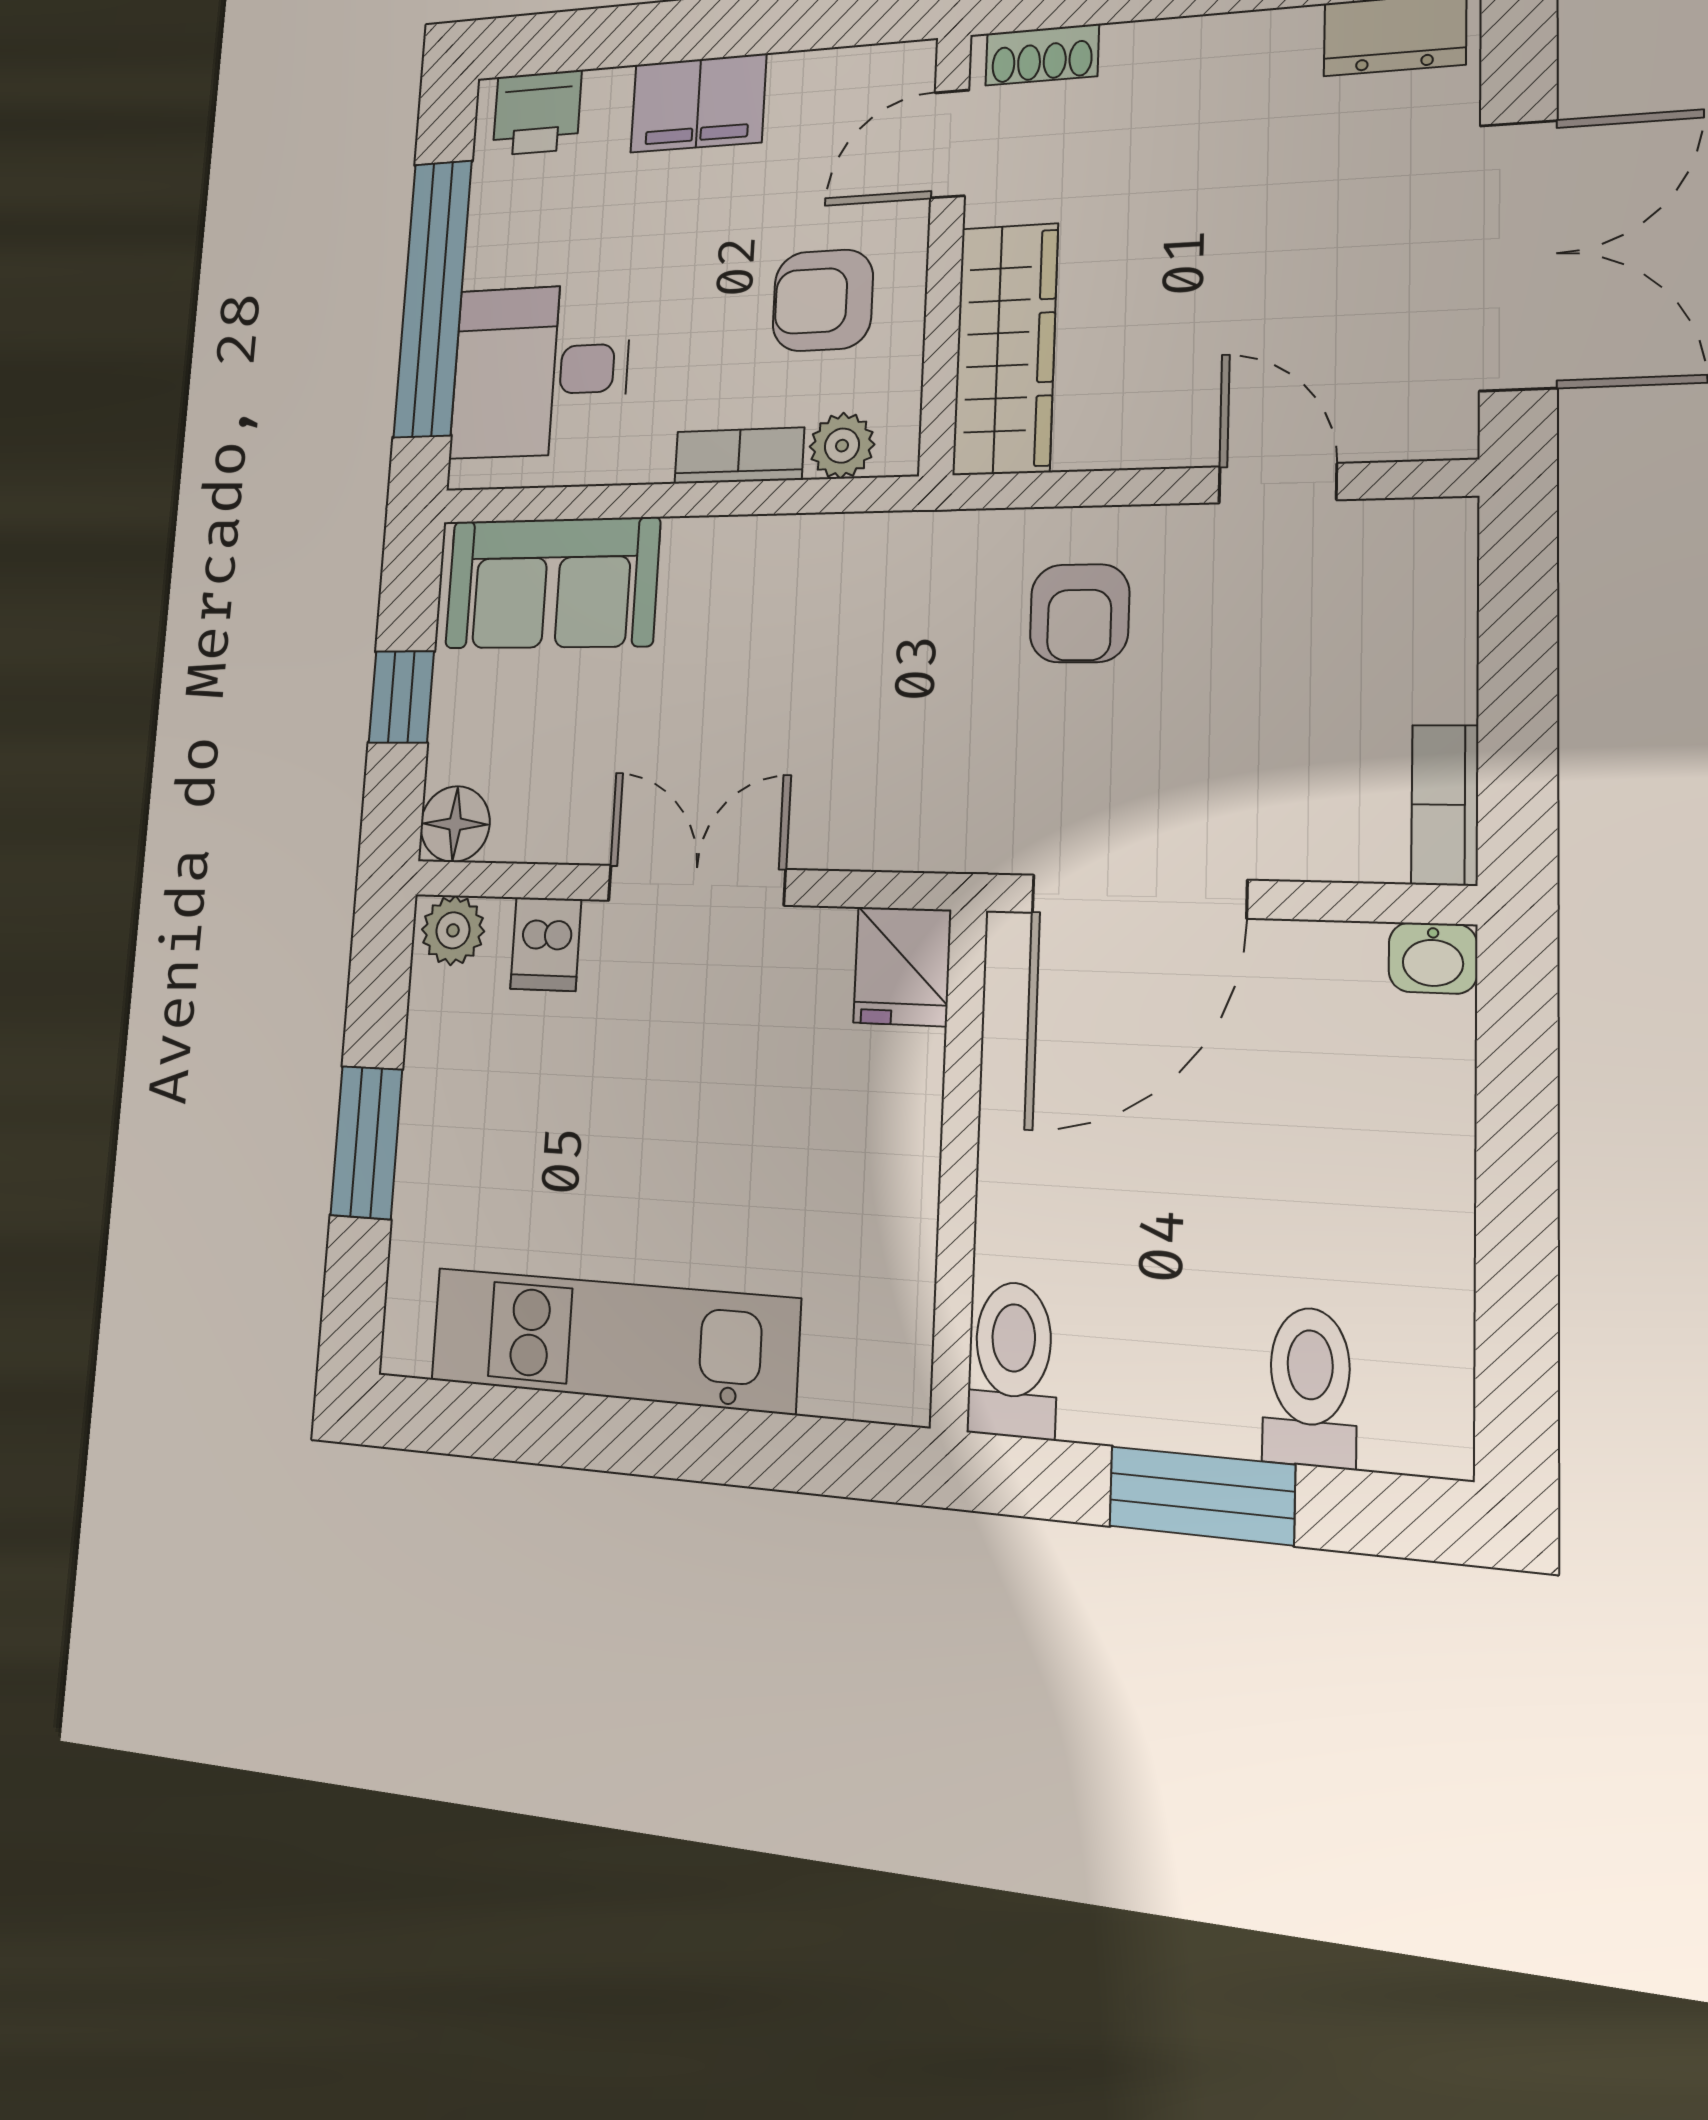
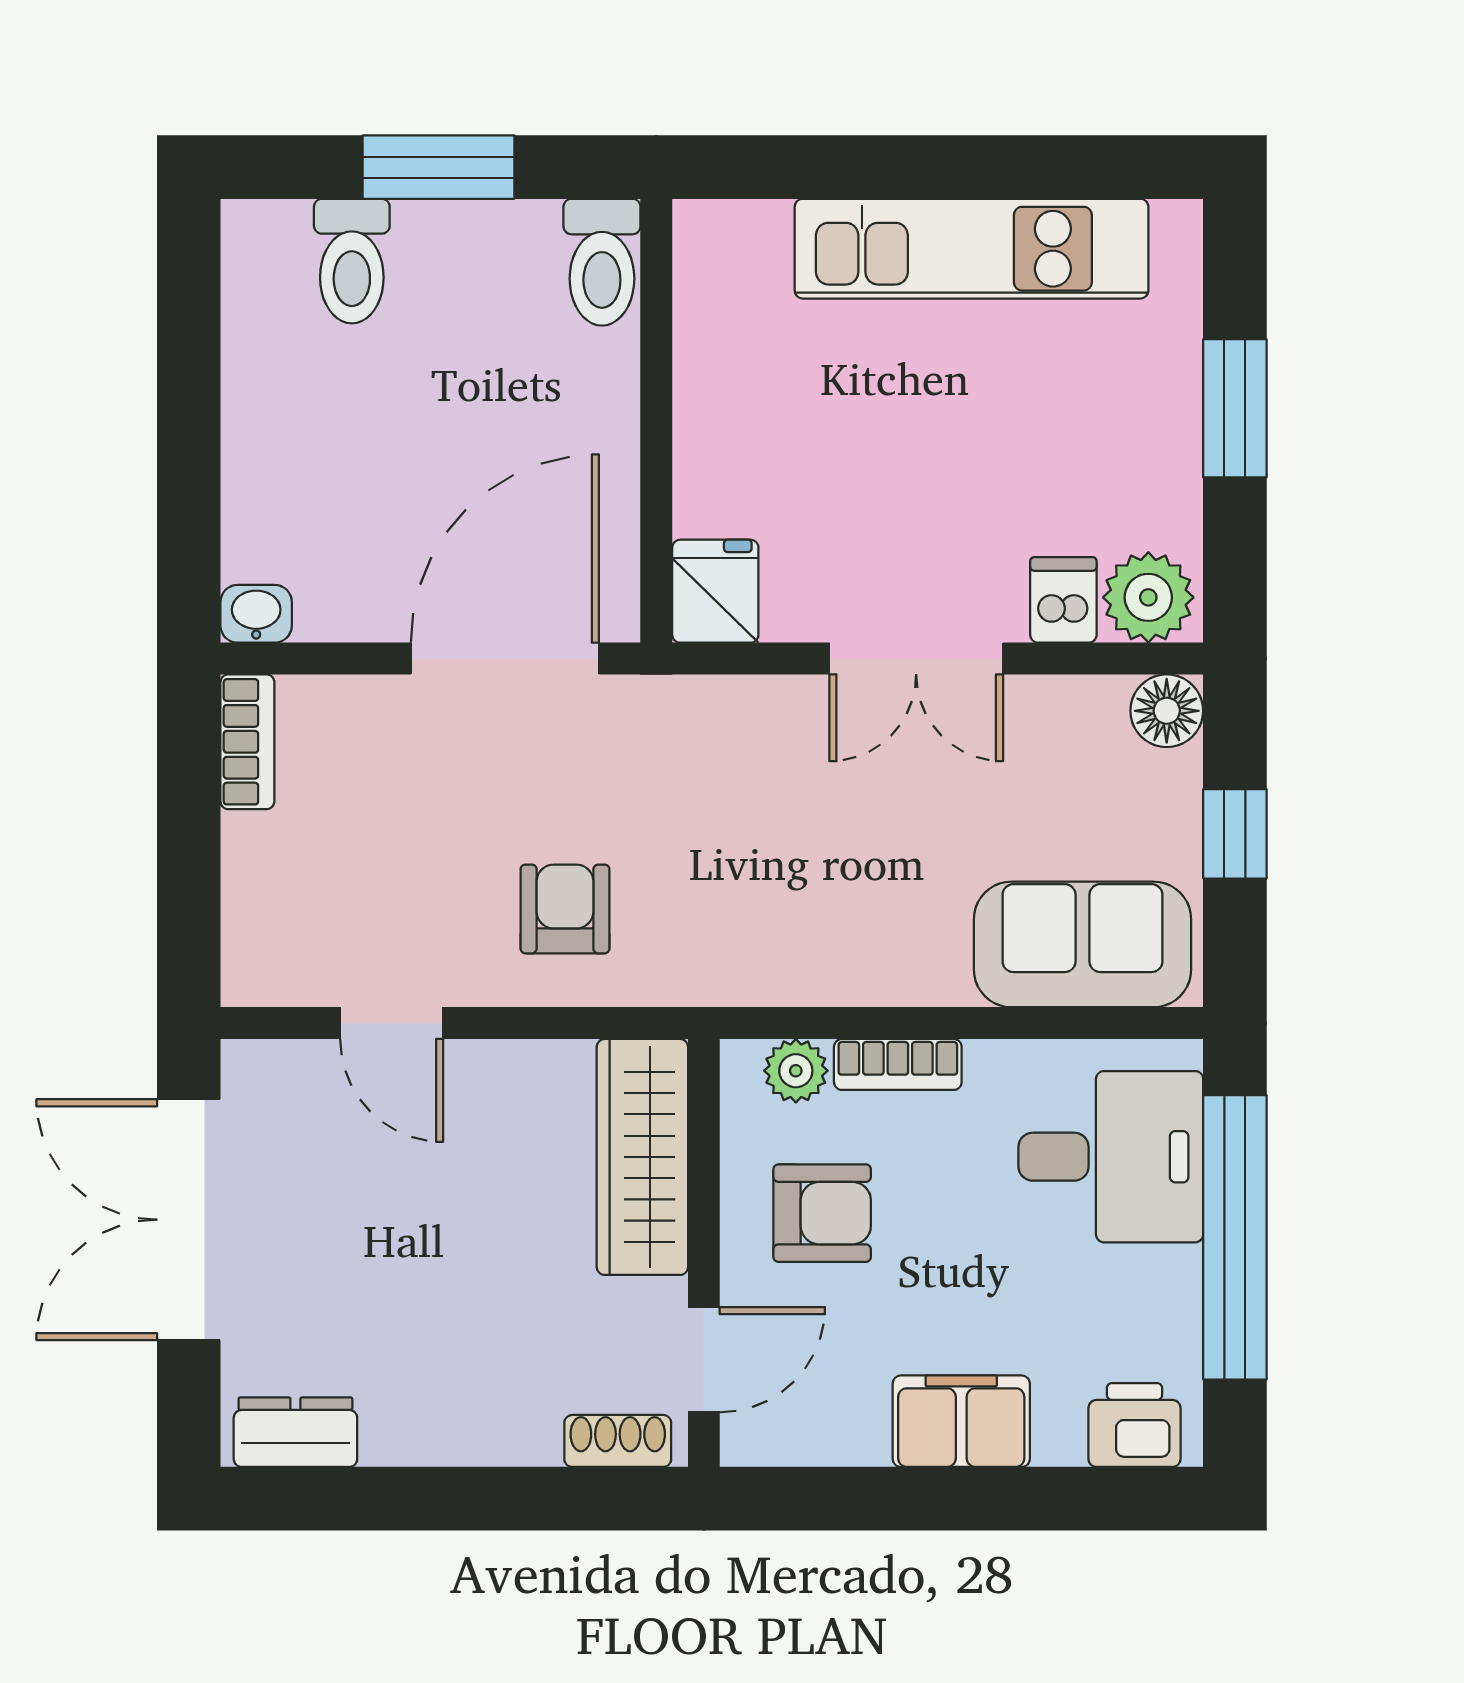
plant: (453, 930) -> (1148, 597), width x1.38, depth x1.38

